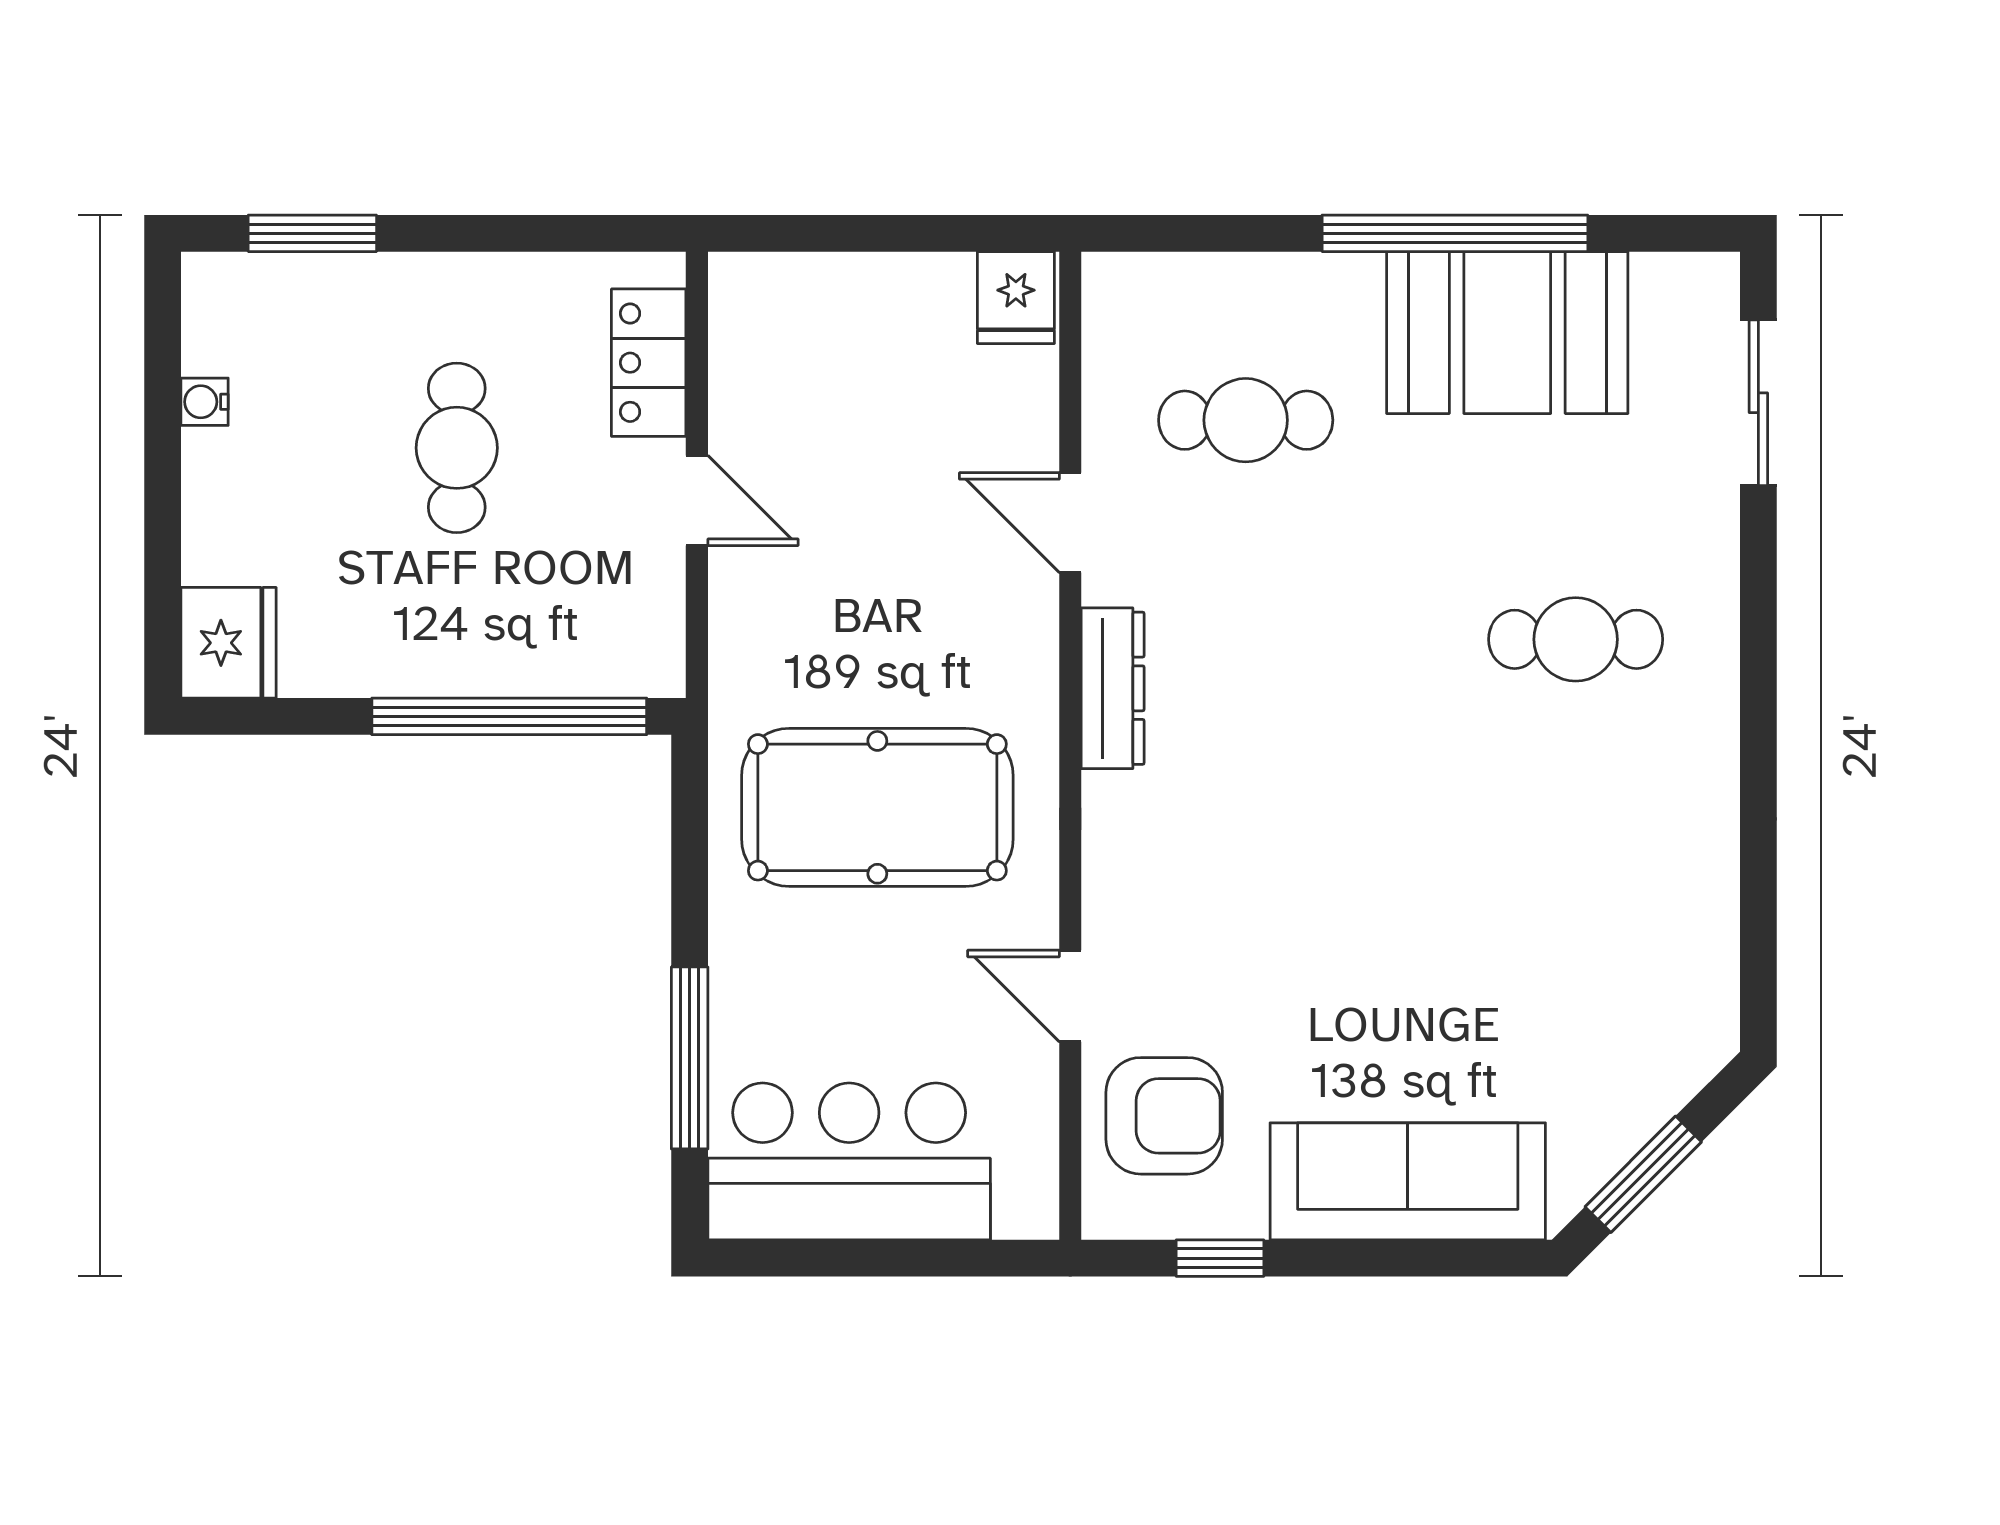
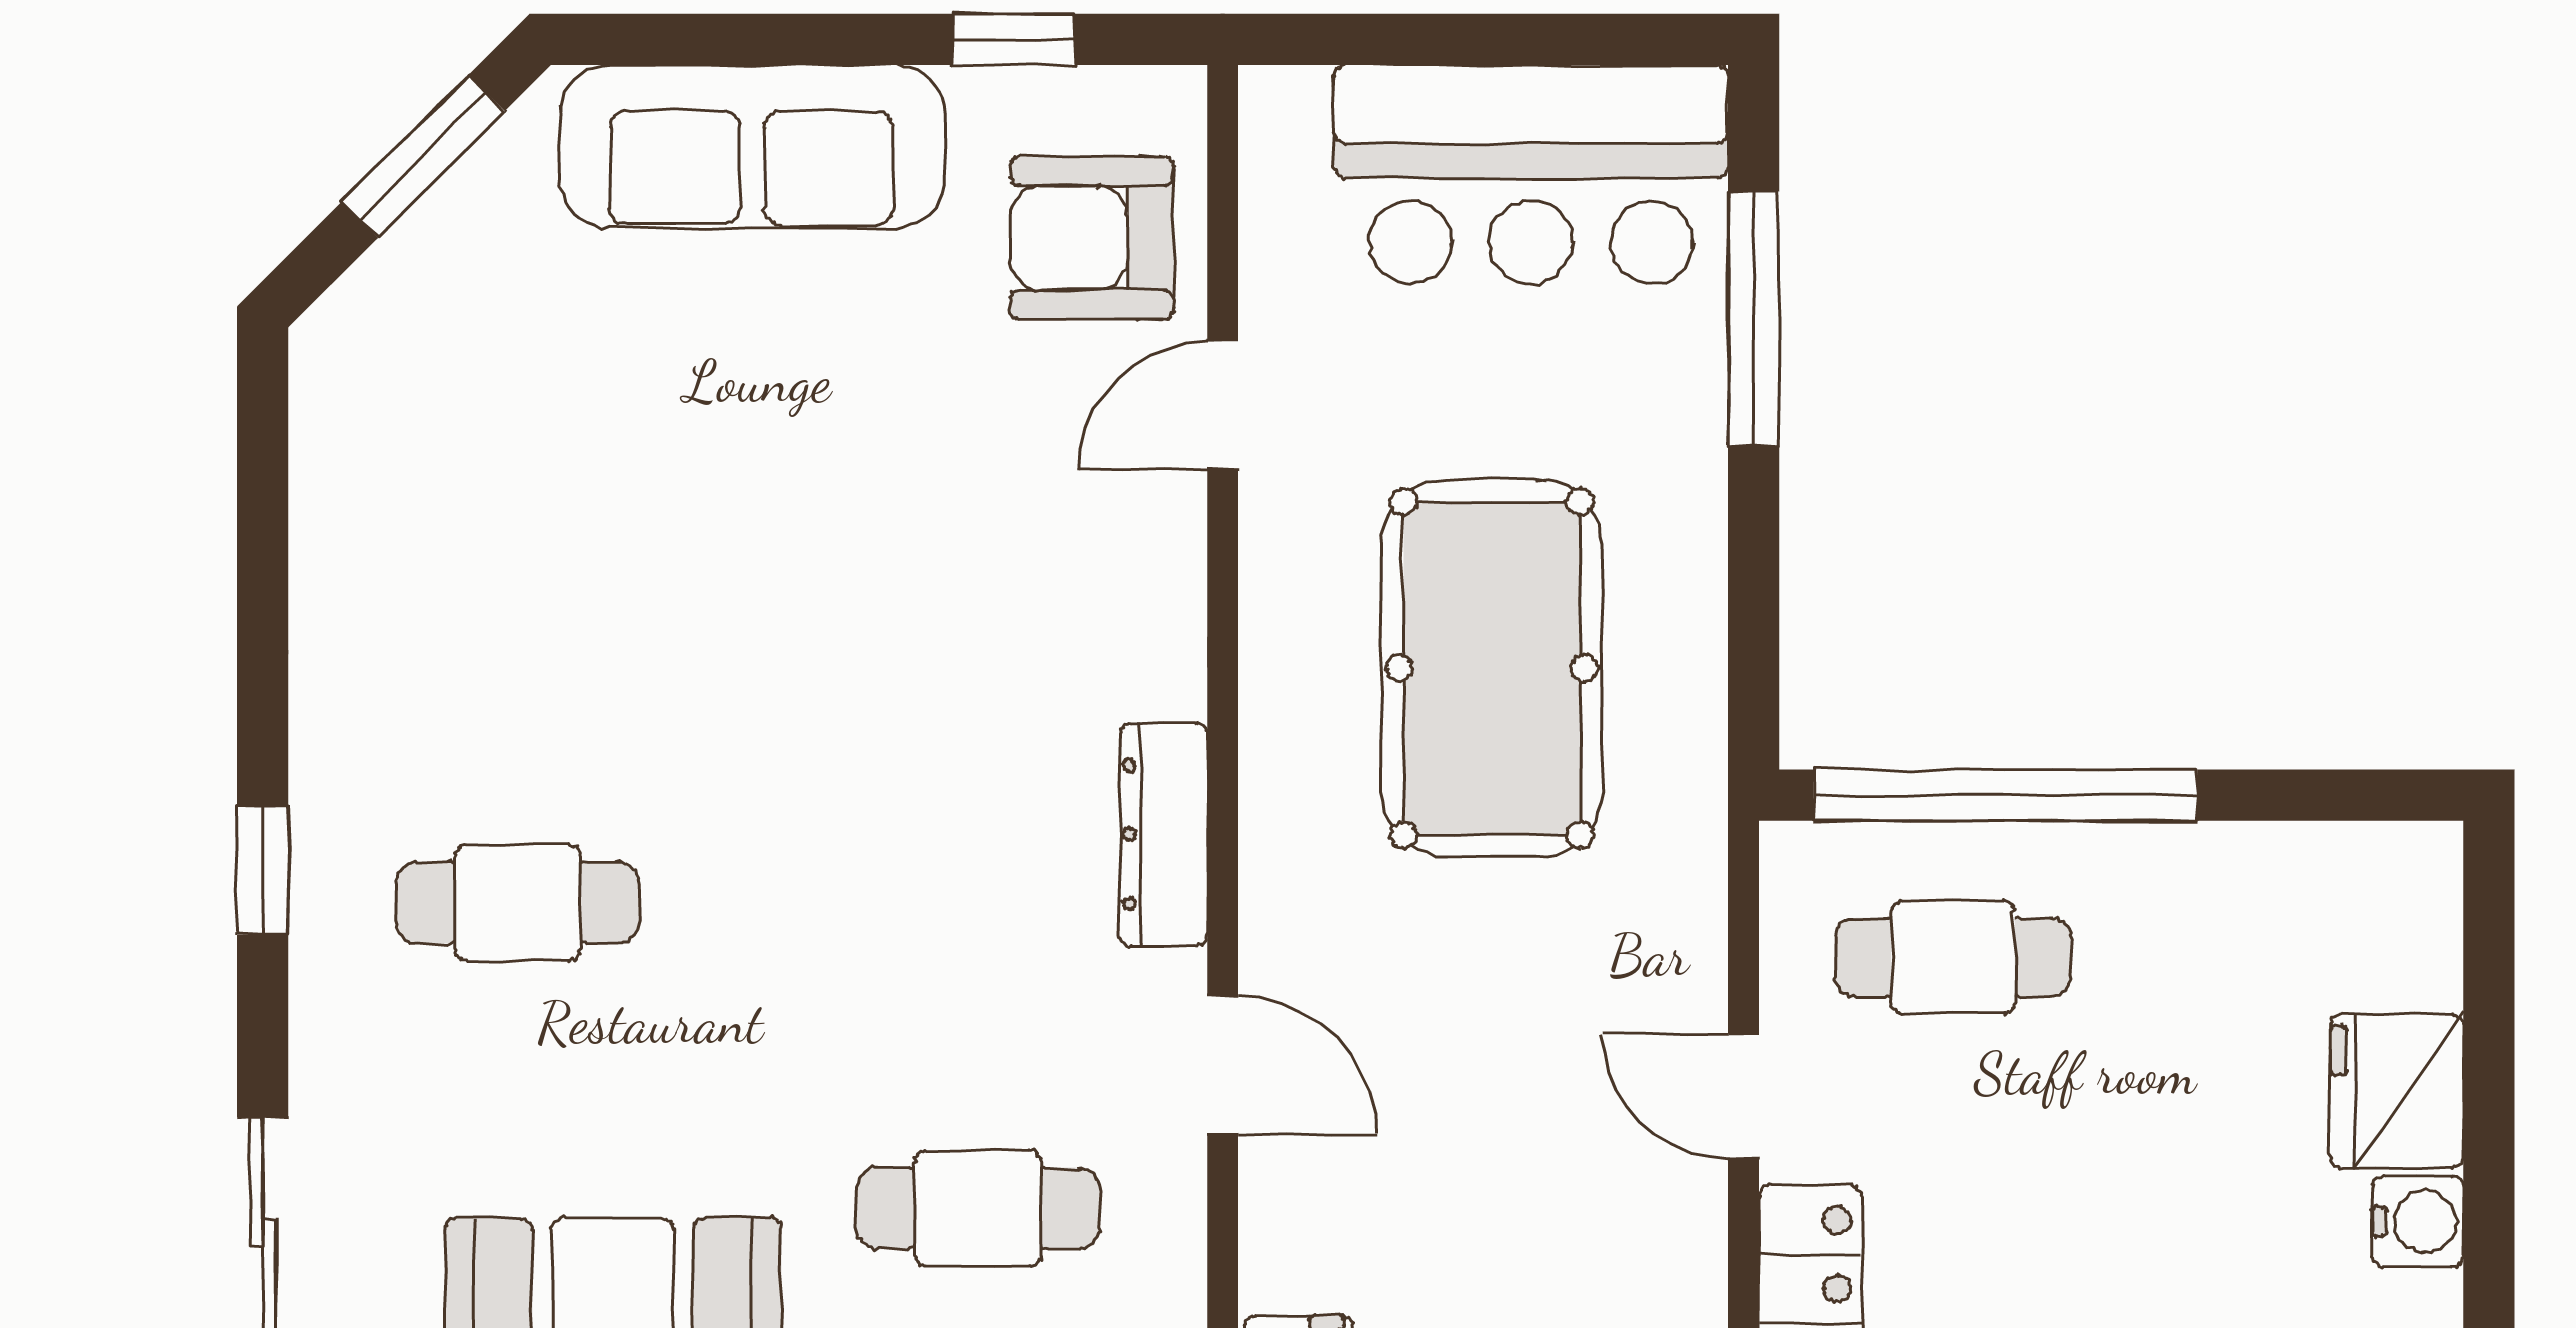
water cooler: (205, 402) -> (2418, 1221), width x1.38, depth x1.38
cafe table: (457, 448) -> (1953, 958), moved, turned 90
fridge: (229, 643) -> (2397, 1091), moved
window: (1758, 663) -> (263, 870), added
pool table: (877, 807) -> (1492, 668), turned 90
door: (1070, 996) -> (1223, 405), swing flipped

